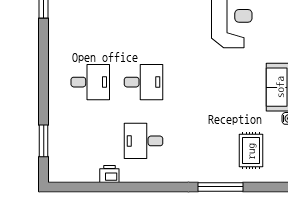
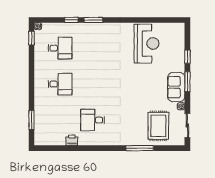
desk: (144, 82) -> (60, 48), moved
rug: (251, 151) -> (158, 126), width x1.36, depth x1.43

